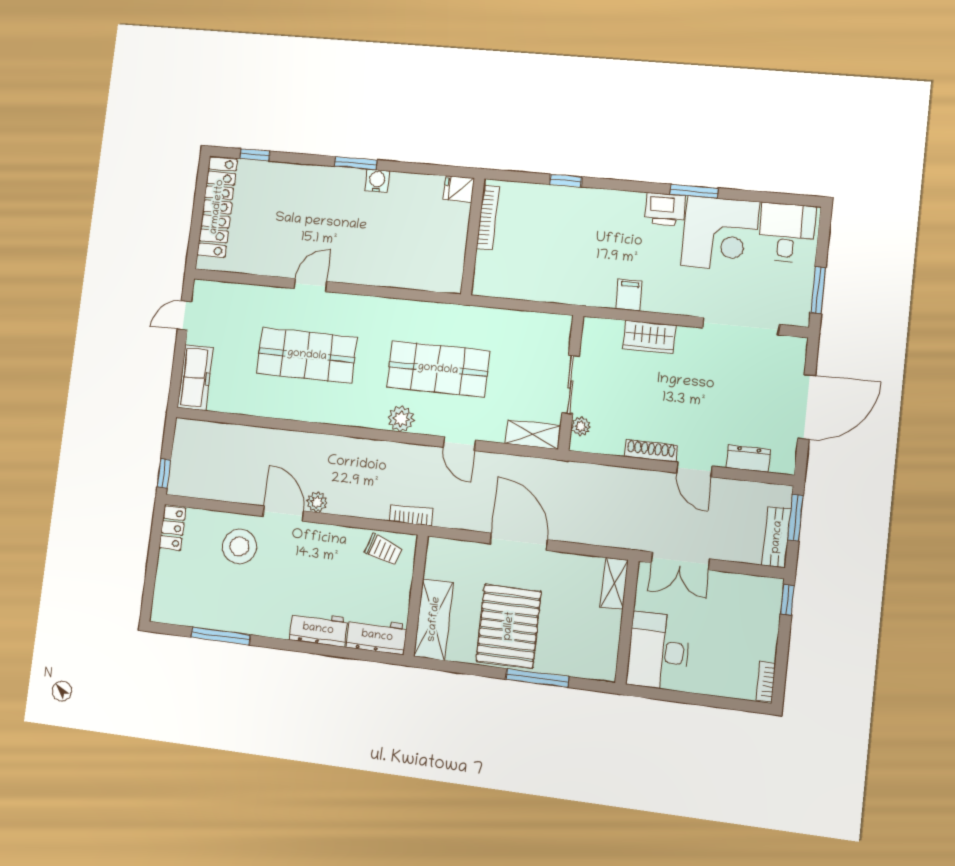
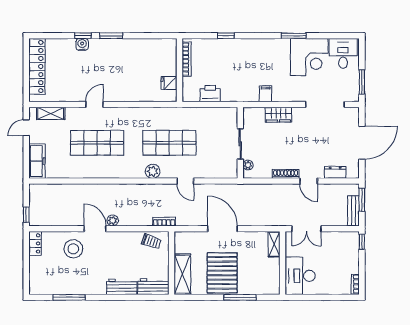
window: (255, 155) -> (83, 36), moved
water cooler: (377, 181) -> (82, 44), moved
fridge: (459, 189) -> (169, 83), moved
printer: (665, 209) -> (210, 94), moved, turned 180
shelving: (533, 435) -> (51, 113), moved

